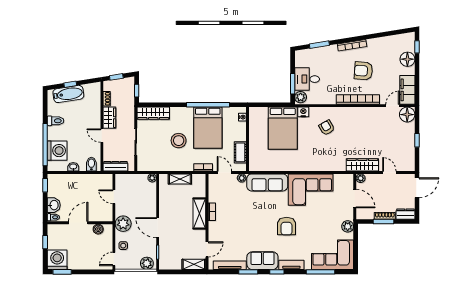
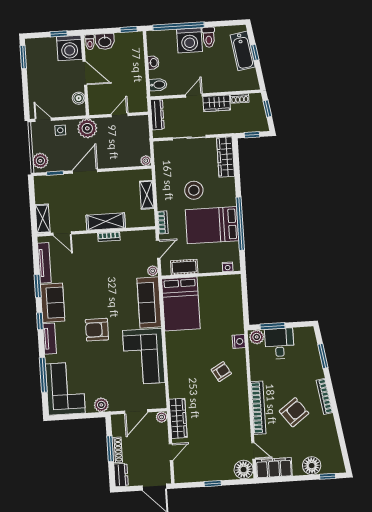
armchair: (363, 71) -> (294, 412), turned 49
bed: (283, 128) -> (181, 304), moved, turned -90
washing machine: (57, 151) -> (190, 40), moved
washing machine: (57, 260) -> (70, 48), moved, turned 90

